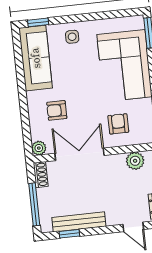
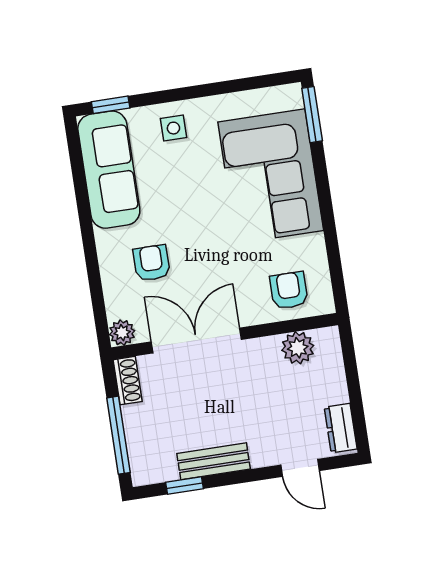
armchair: (57, 110) -> (152, 263), turned 90
armchair: (118, 124) -> (289, 290), moved
bench: (79, 222) -> (214, 461), width x0.73

